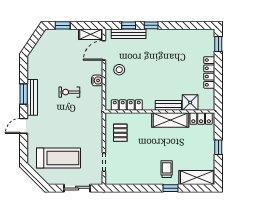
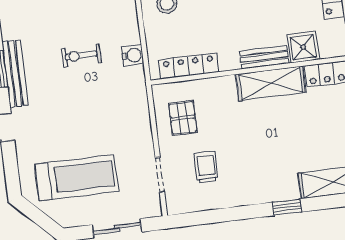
water cooler: (97, 80) -> (133, 55), moved
trolley: (167, 169) -> (206, 167), moved

